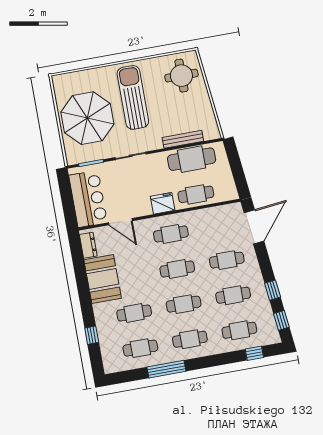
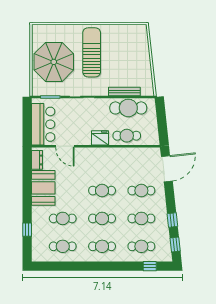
round table: (181, 76) -> (132, 42), removed
cafe table: (171, 234) -> (102, 163), removed
window: (166, 369) -> (80, 266), removed

